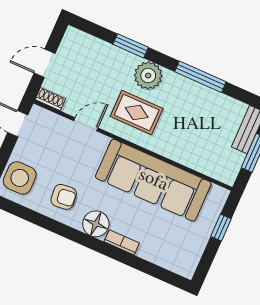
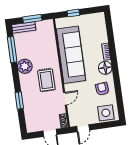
plant: (148, 76) -> (25, 66), moved
window: (200, 77) -> (12, 50), moved
door: (86, 124) -> (65, 99), swing flipped

